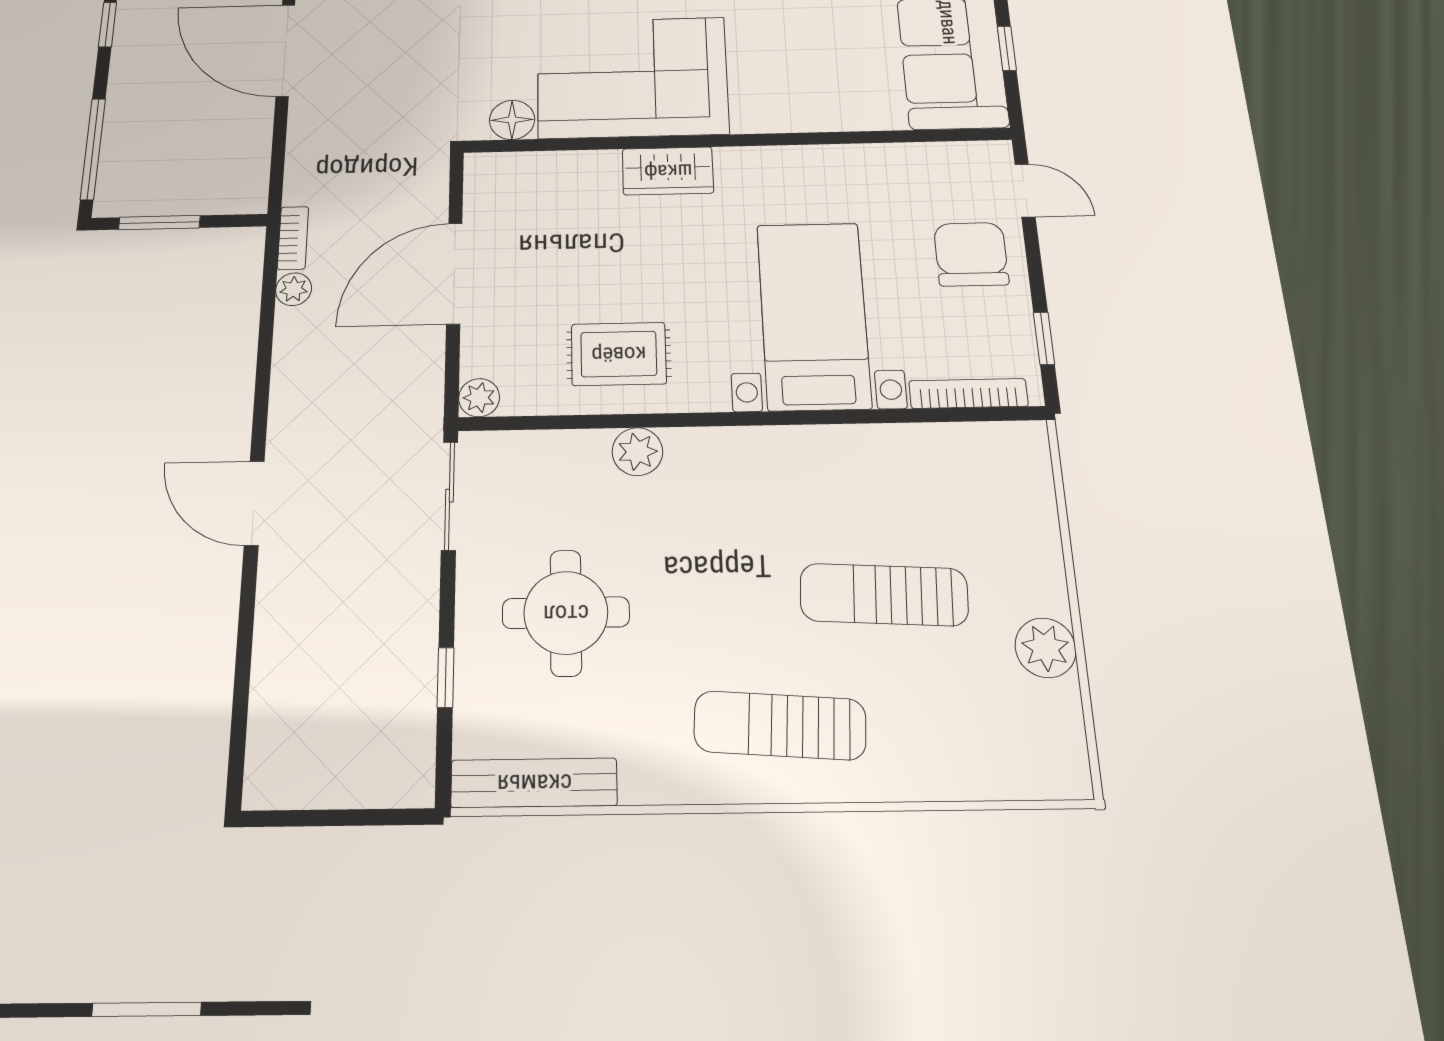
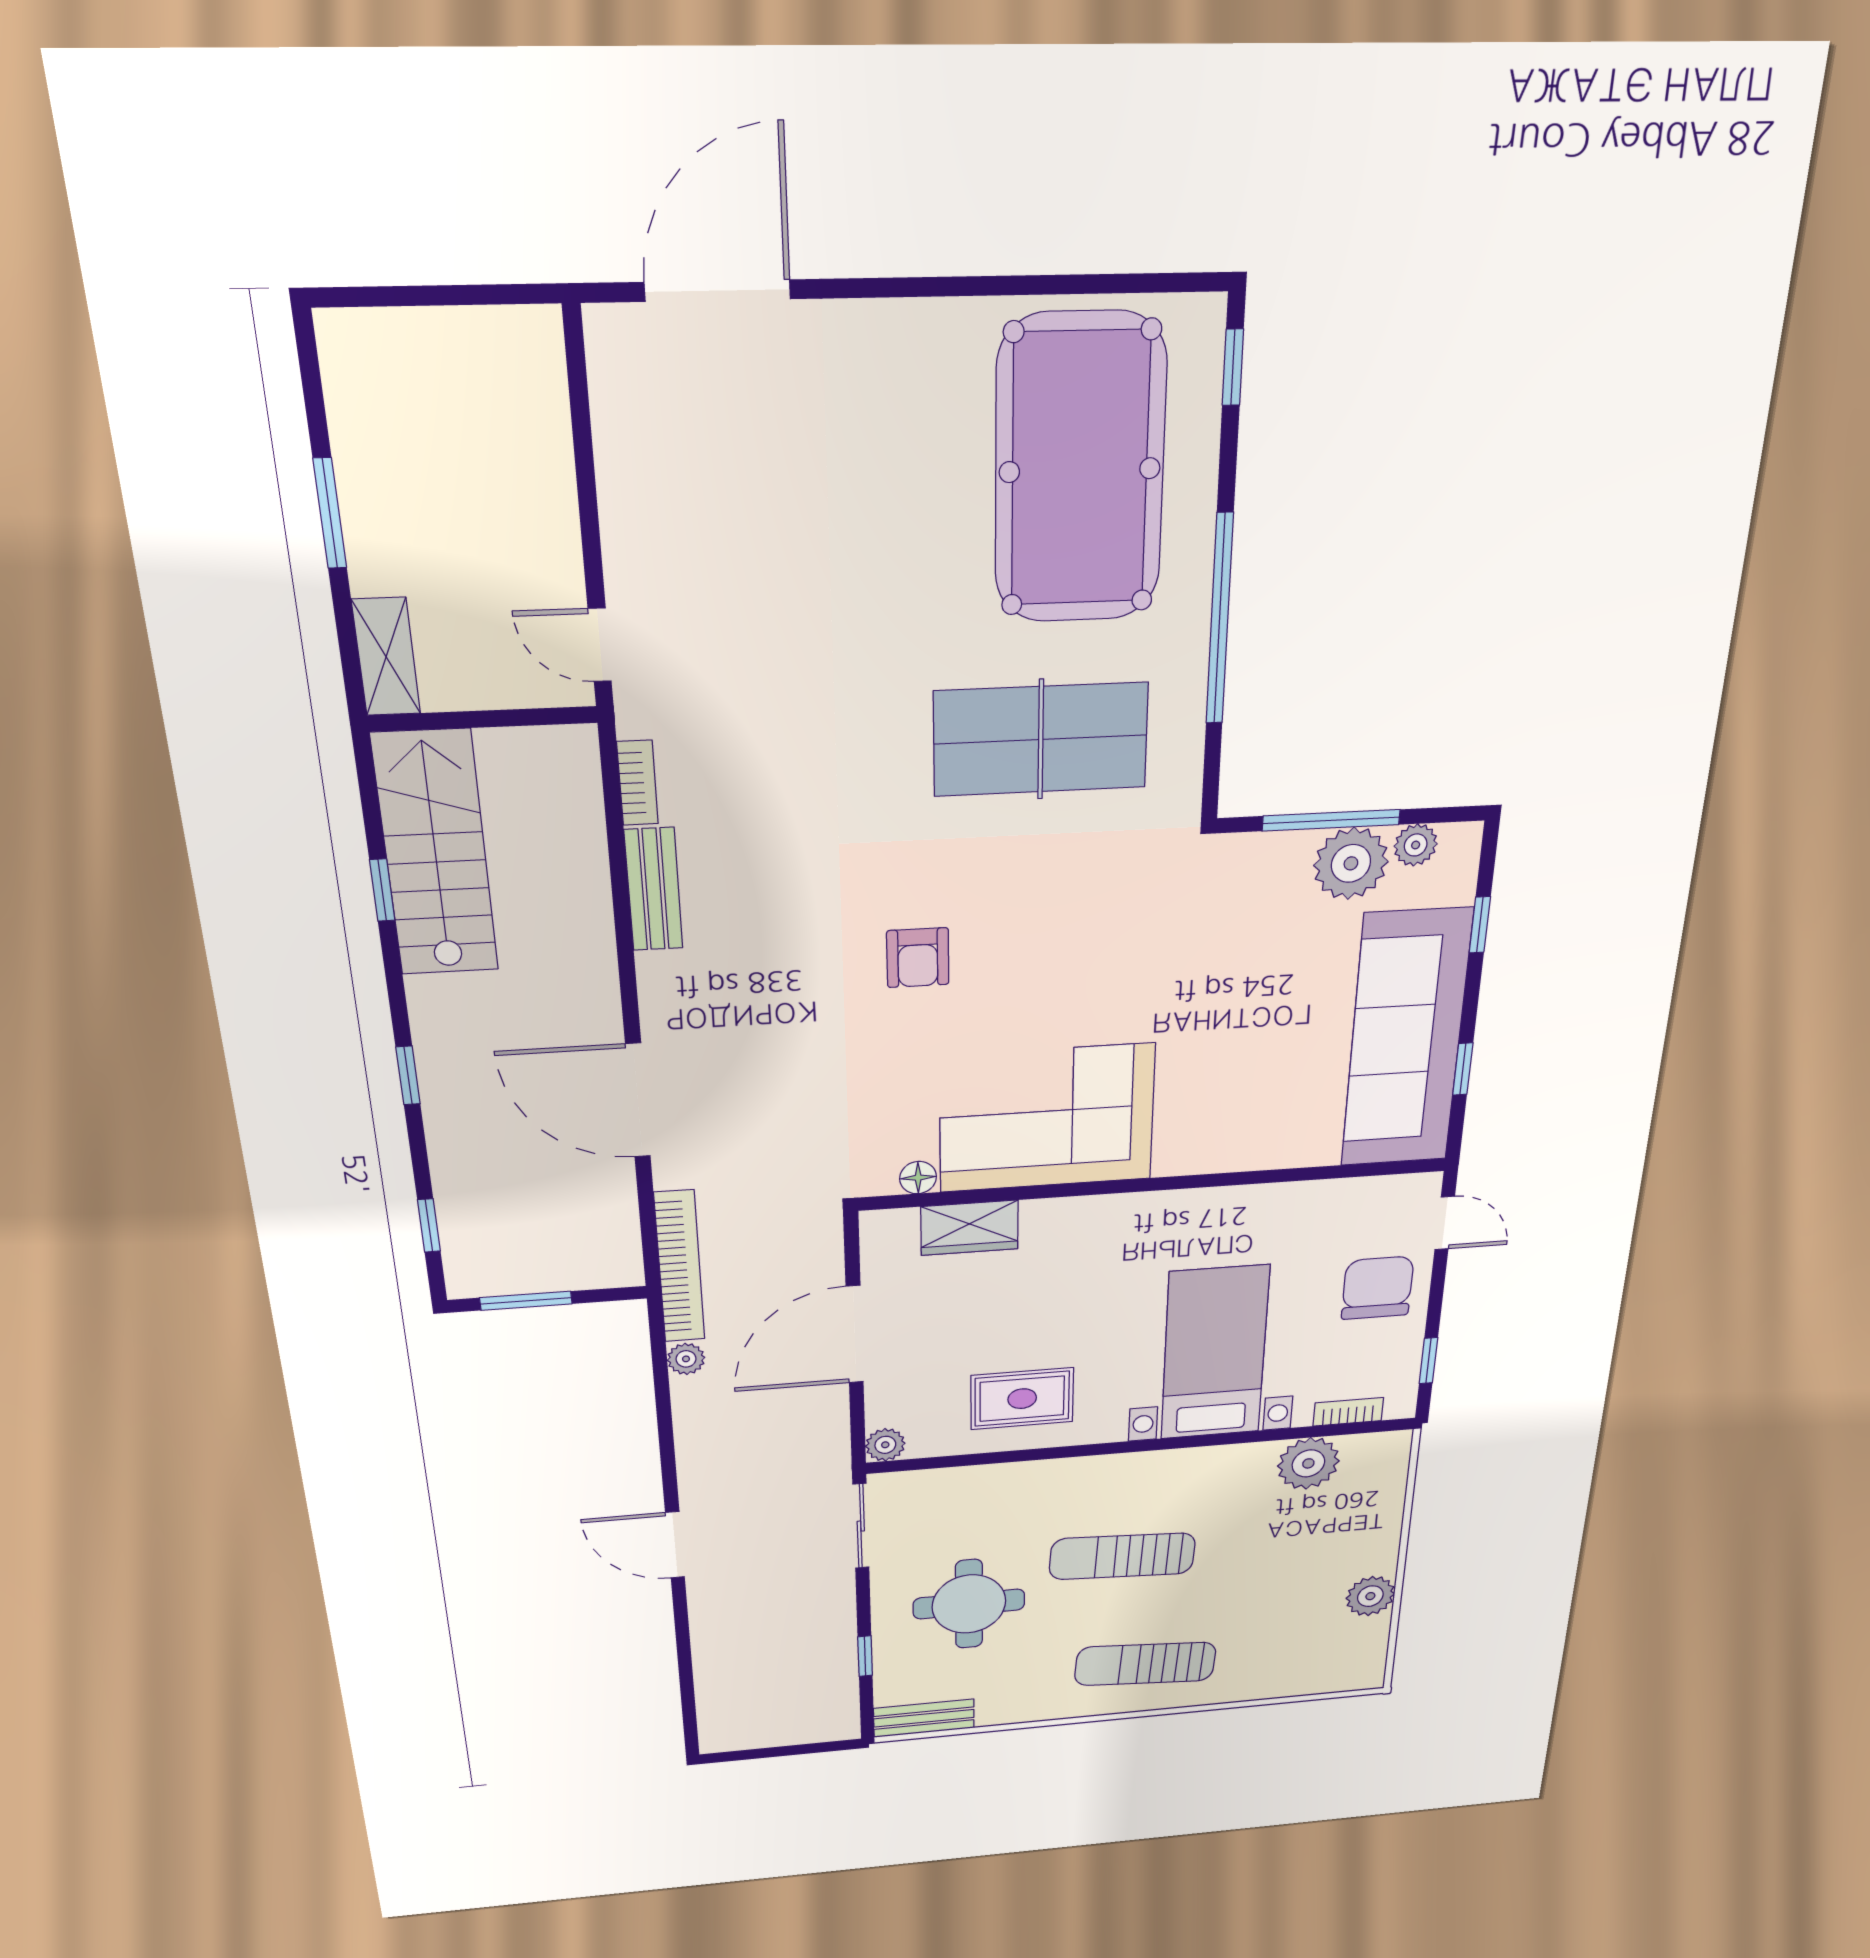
floor lamp: (512, 120) -> (918, 1178), width x0.73, depth x0.73
window: (93, 149) -> (429, 1225), width x0.46
wardrobe: (668, 171) -> (969, 1228), moved
bookcase: (293, 238) -> (680, 1267), width x2.31, depth x1.31
bookcase: (968, 393) -> (1348, 1412), width x0.64
plant: (637, 452) -> (1308, 1463), moved, width x1.36, depth x1.36
sun lounger: (884, 595) -> (1122, 1556), moved
bench: (534, 783) -> (924, 1718), width x0.73

